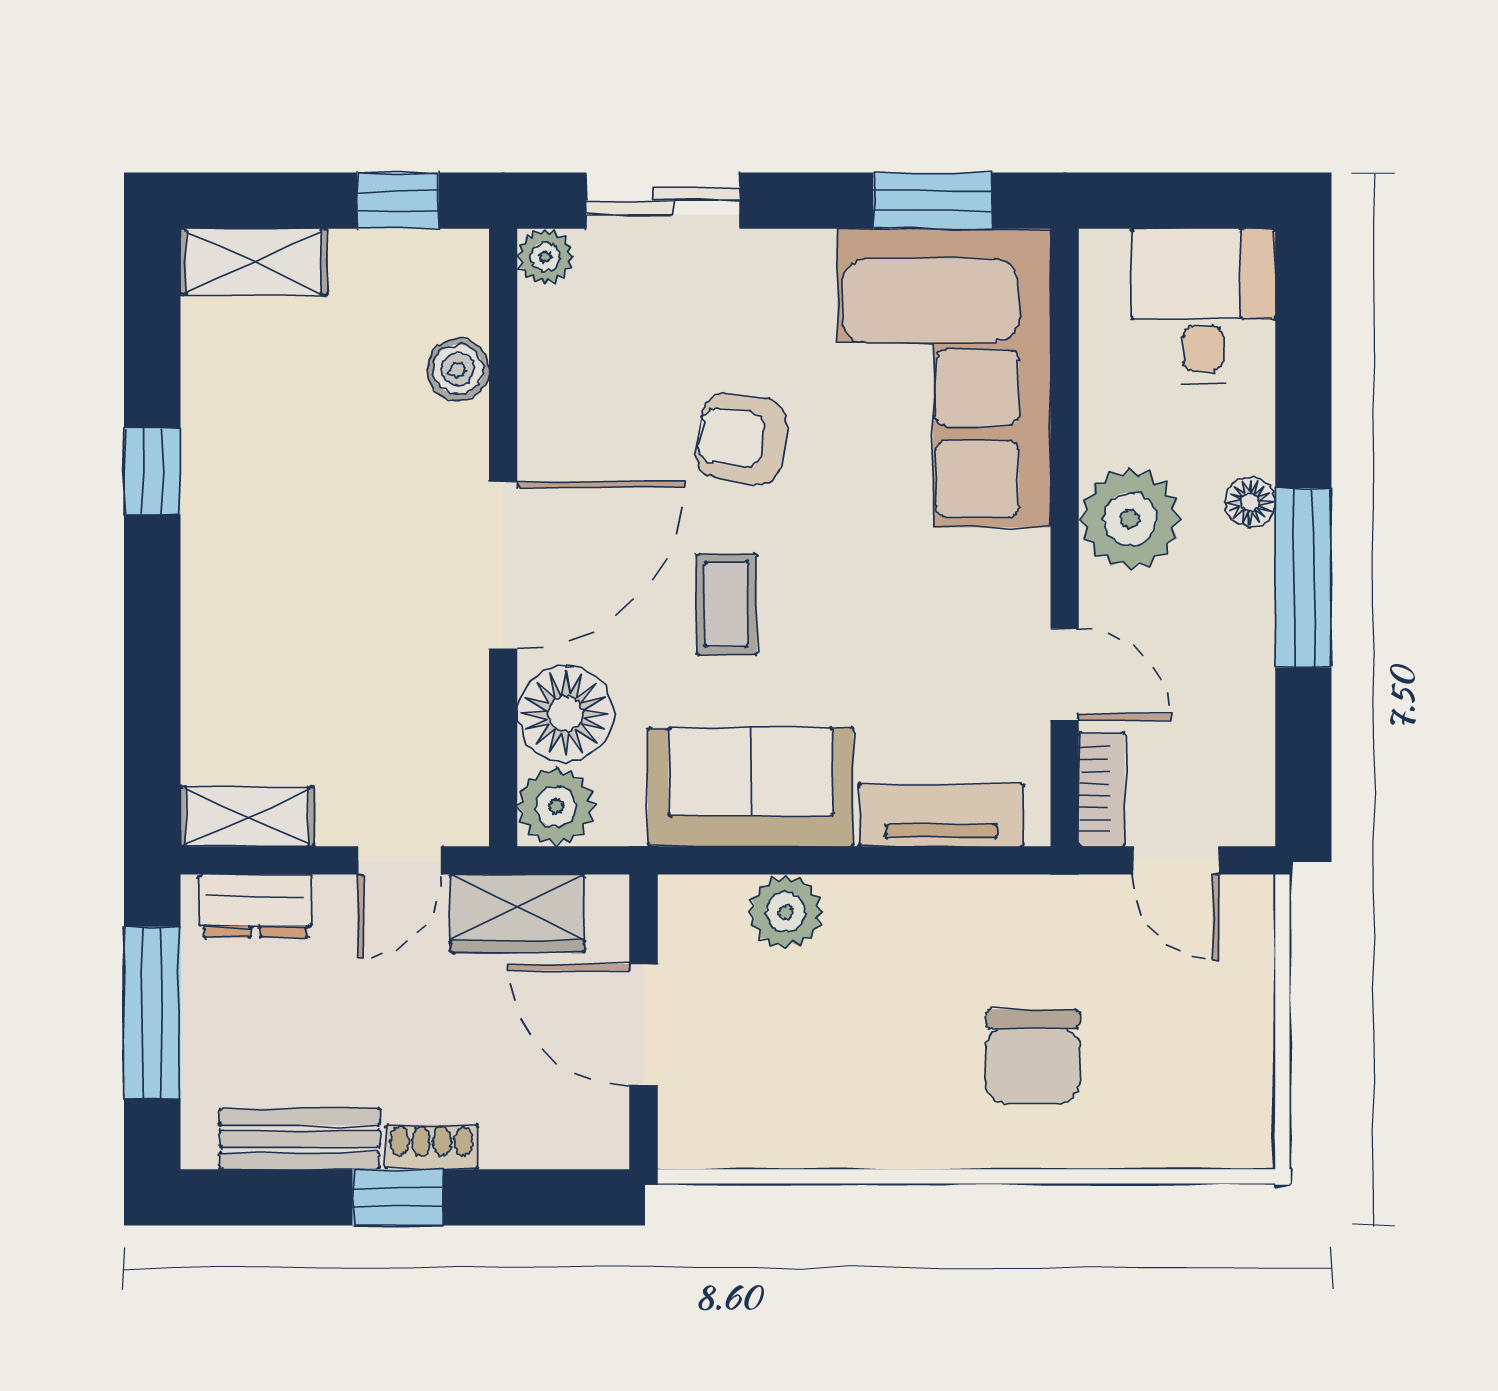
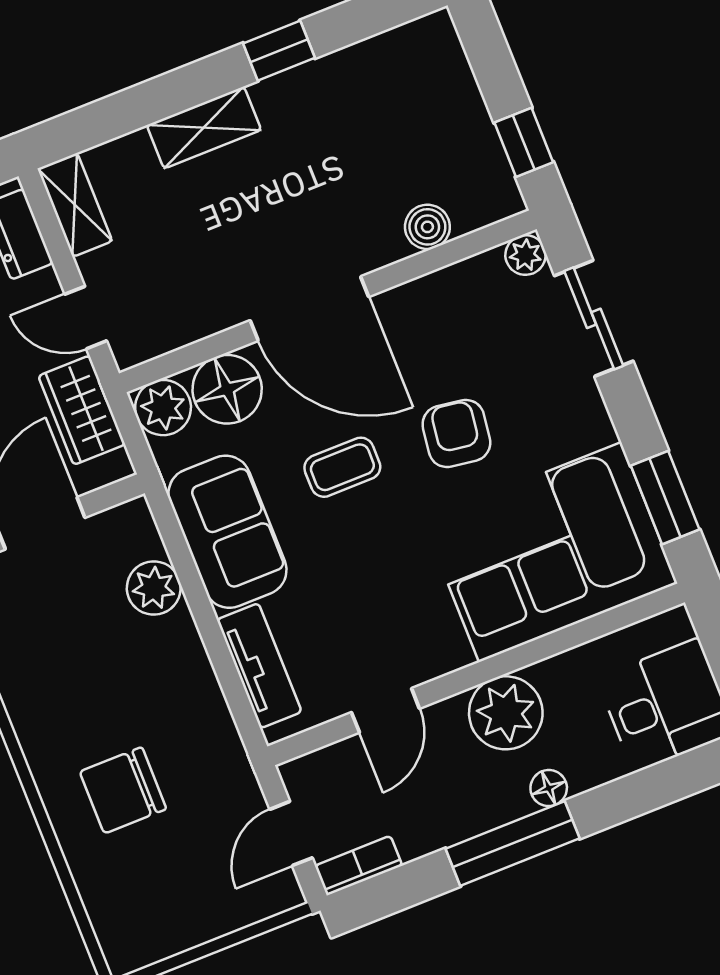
shelving: (254, 262) -> (204, 128), moved, turned 90
bookcase: (1102, 789) -> (359, 866), moved, turned 180

